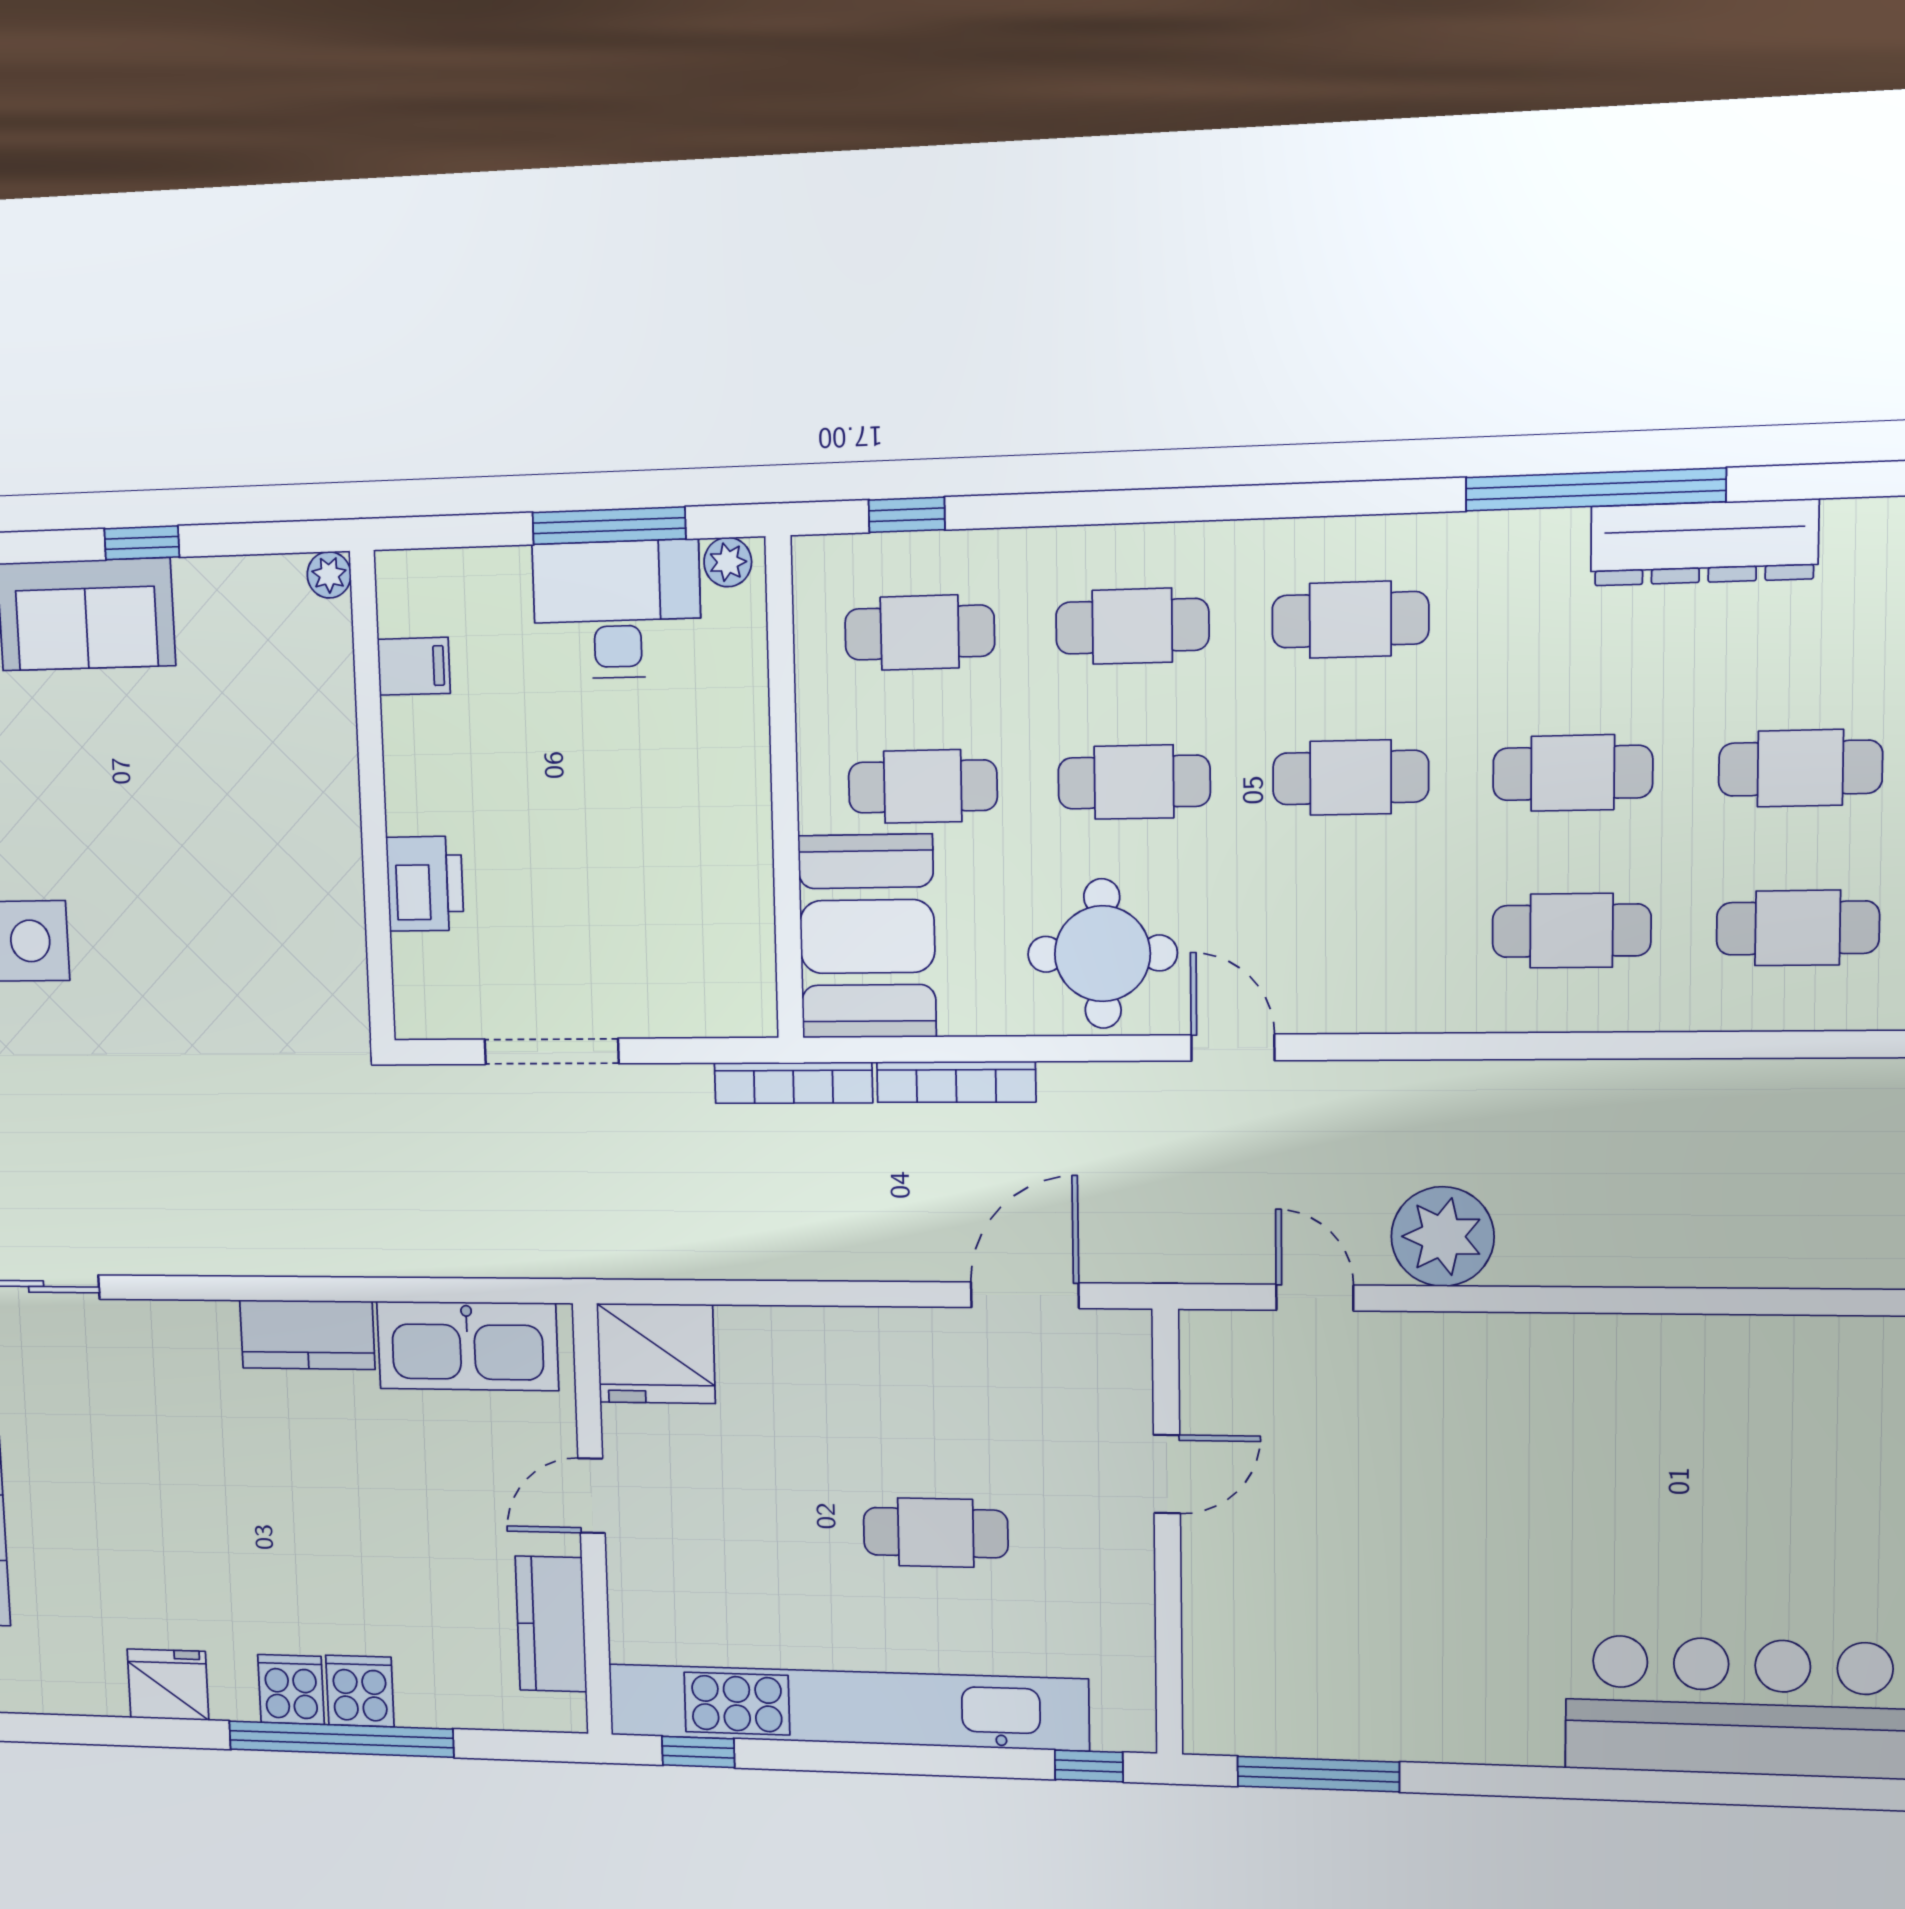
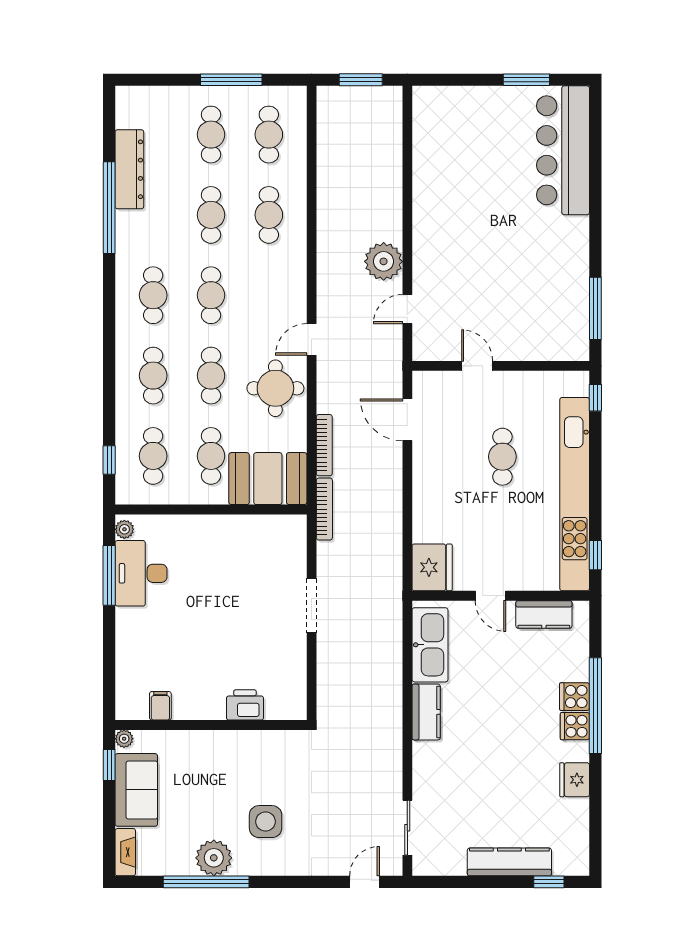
plant: (329, 575) -> (124, 739), moved
filing cabinet: (414, 666) -> (160, 706), moved
wall: (372, 798) -> (211, 725), moved
printer: (425, 884) -> (245, 705), moved

